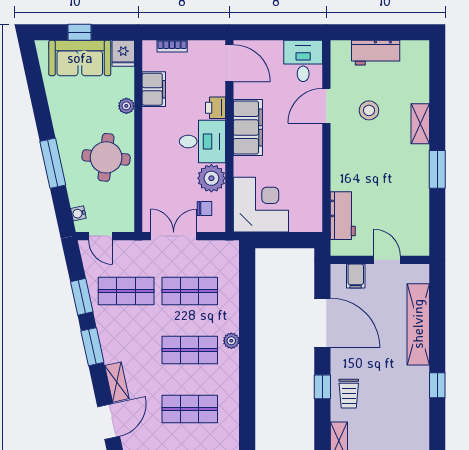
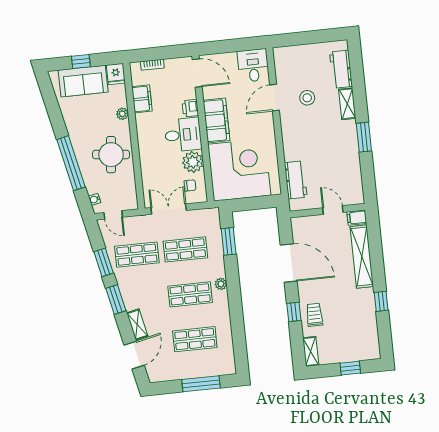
workbench: (376, 53) -> (341, 69), moved, turned 90
window: (53, 163) -> (71, 163), width x1.46
corner desk: (261, 205) -> (239, 170), width x1.36, depth x1.36
filing cabinet: (356, 276) -> (357, 218), moved, turned 90
window: (247, 286) -> (229, 241), added
trolley: (349, 394) -> (314, 315), turned 180

